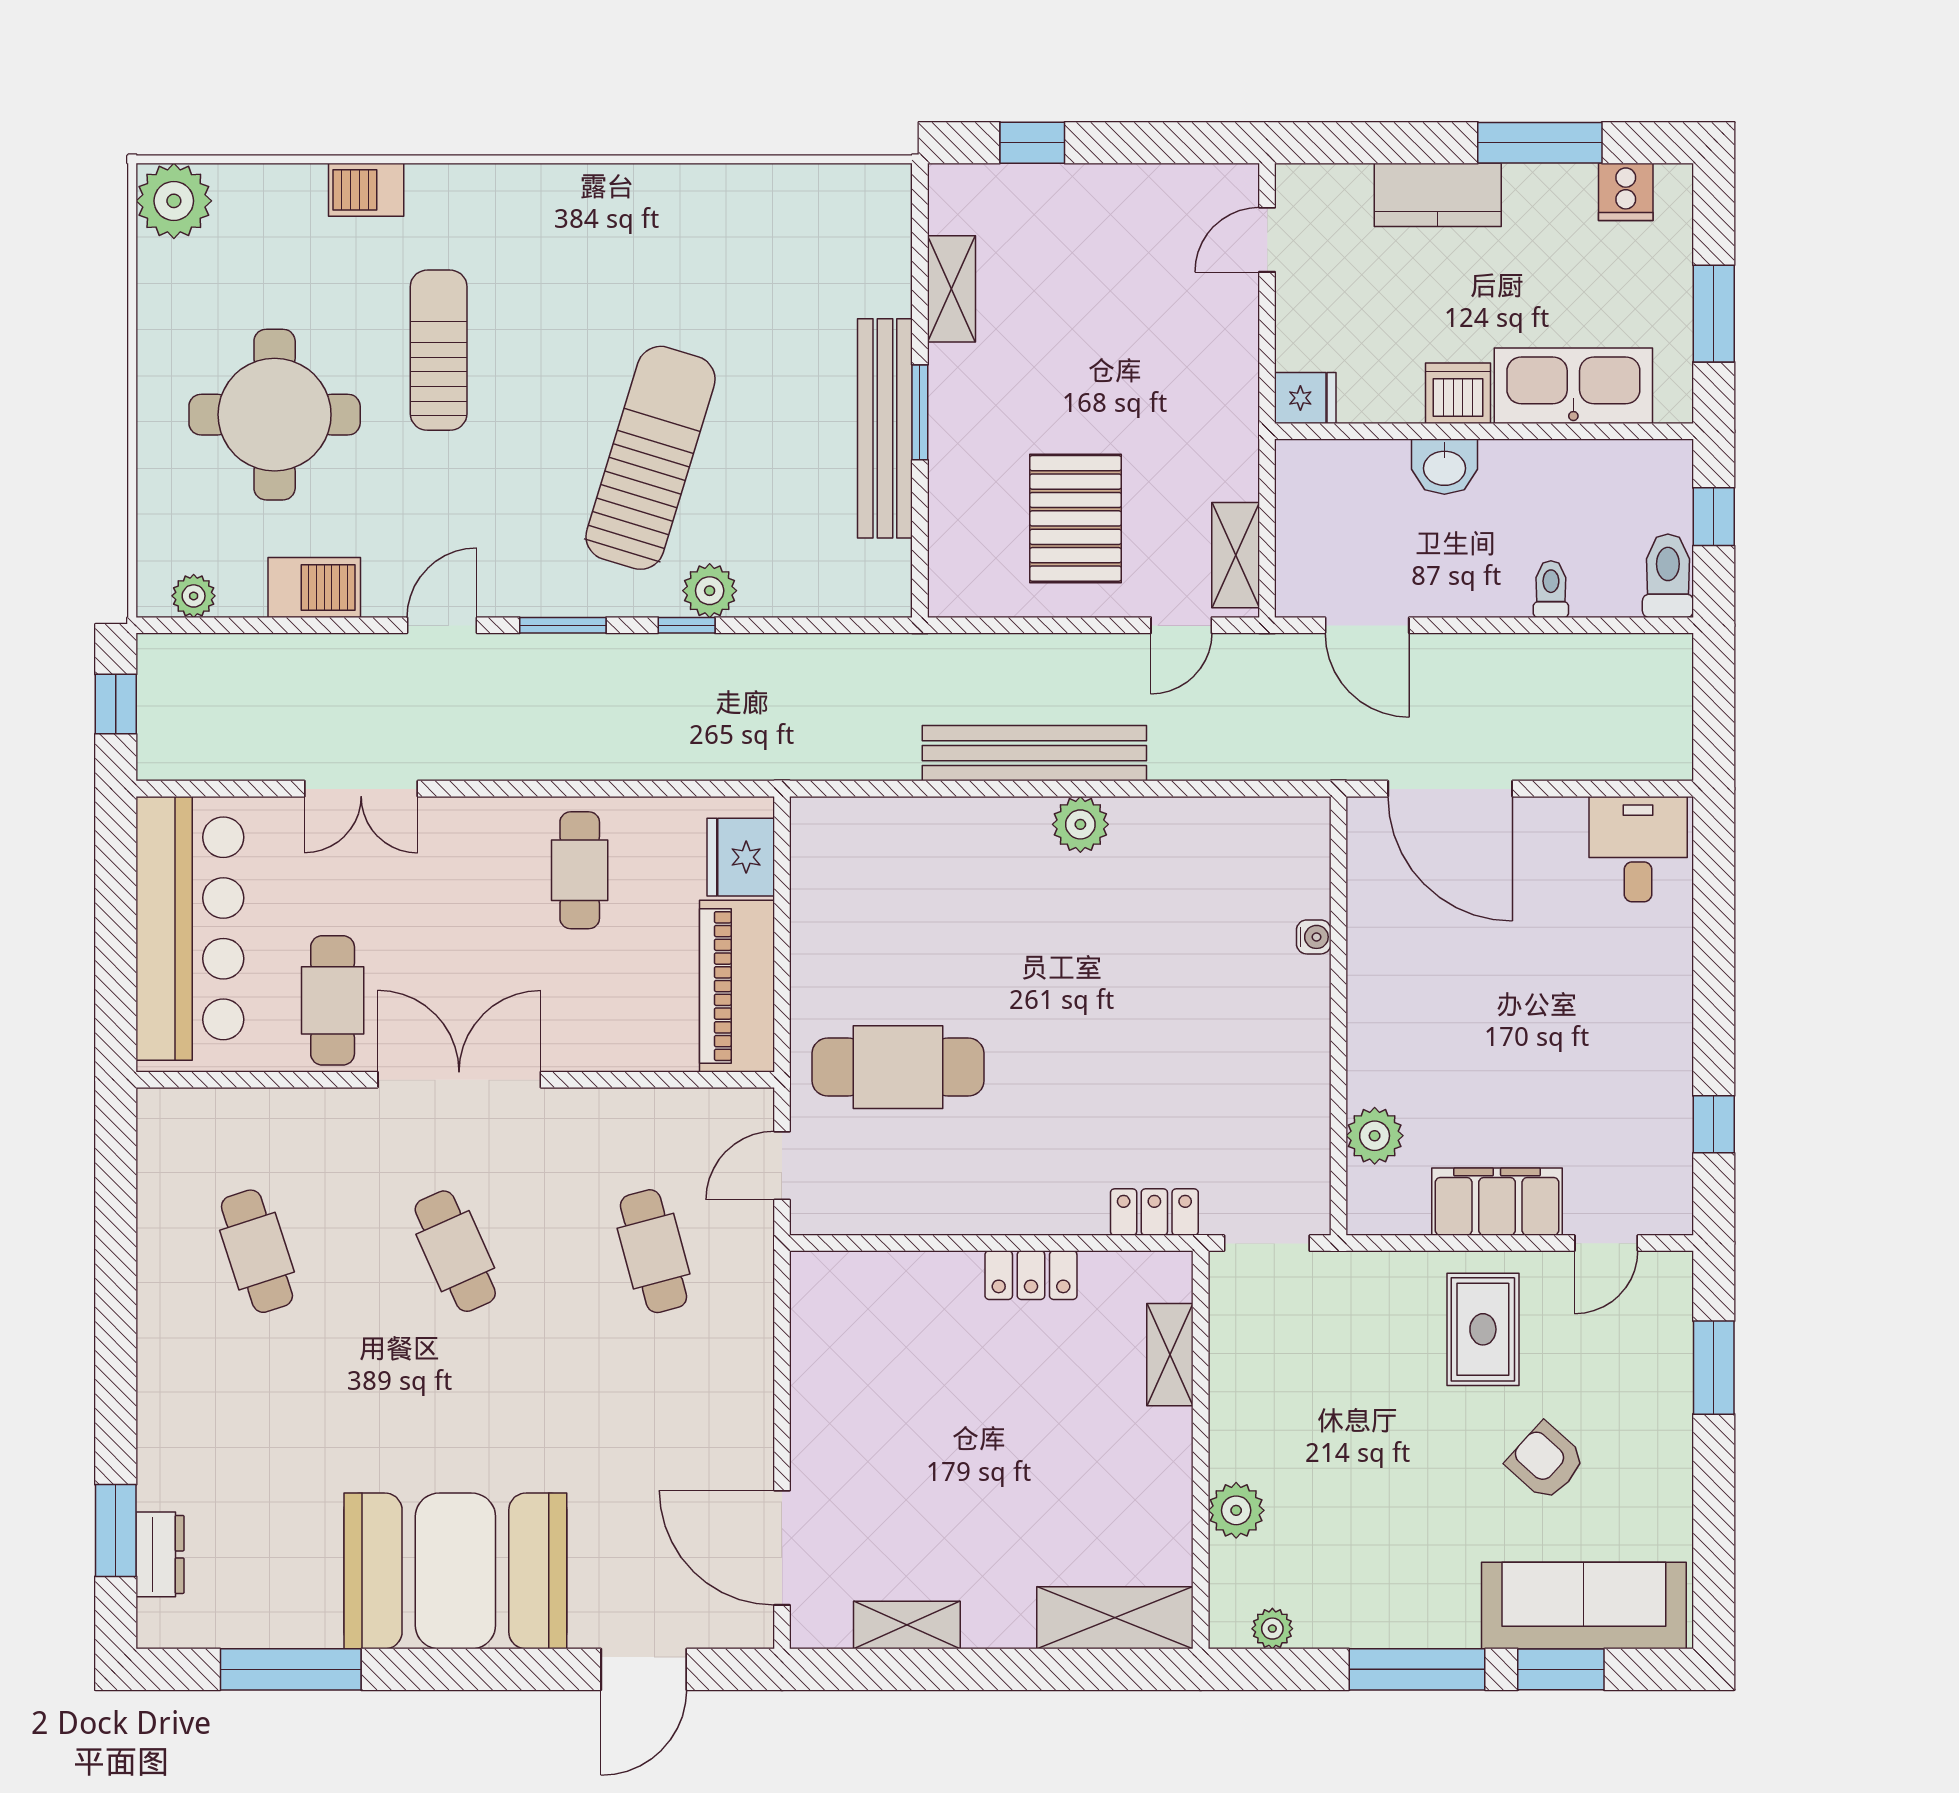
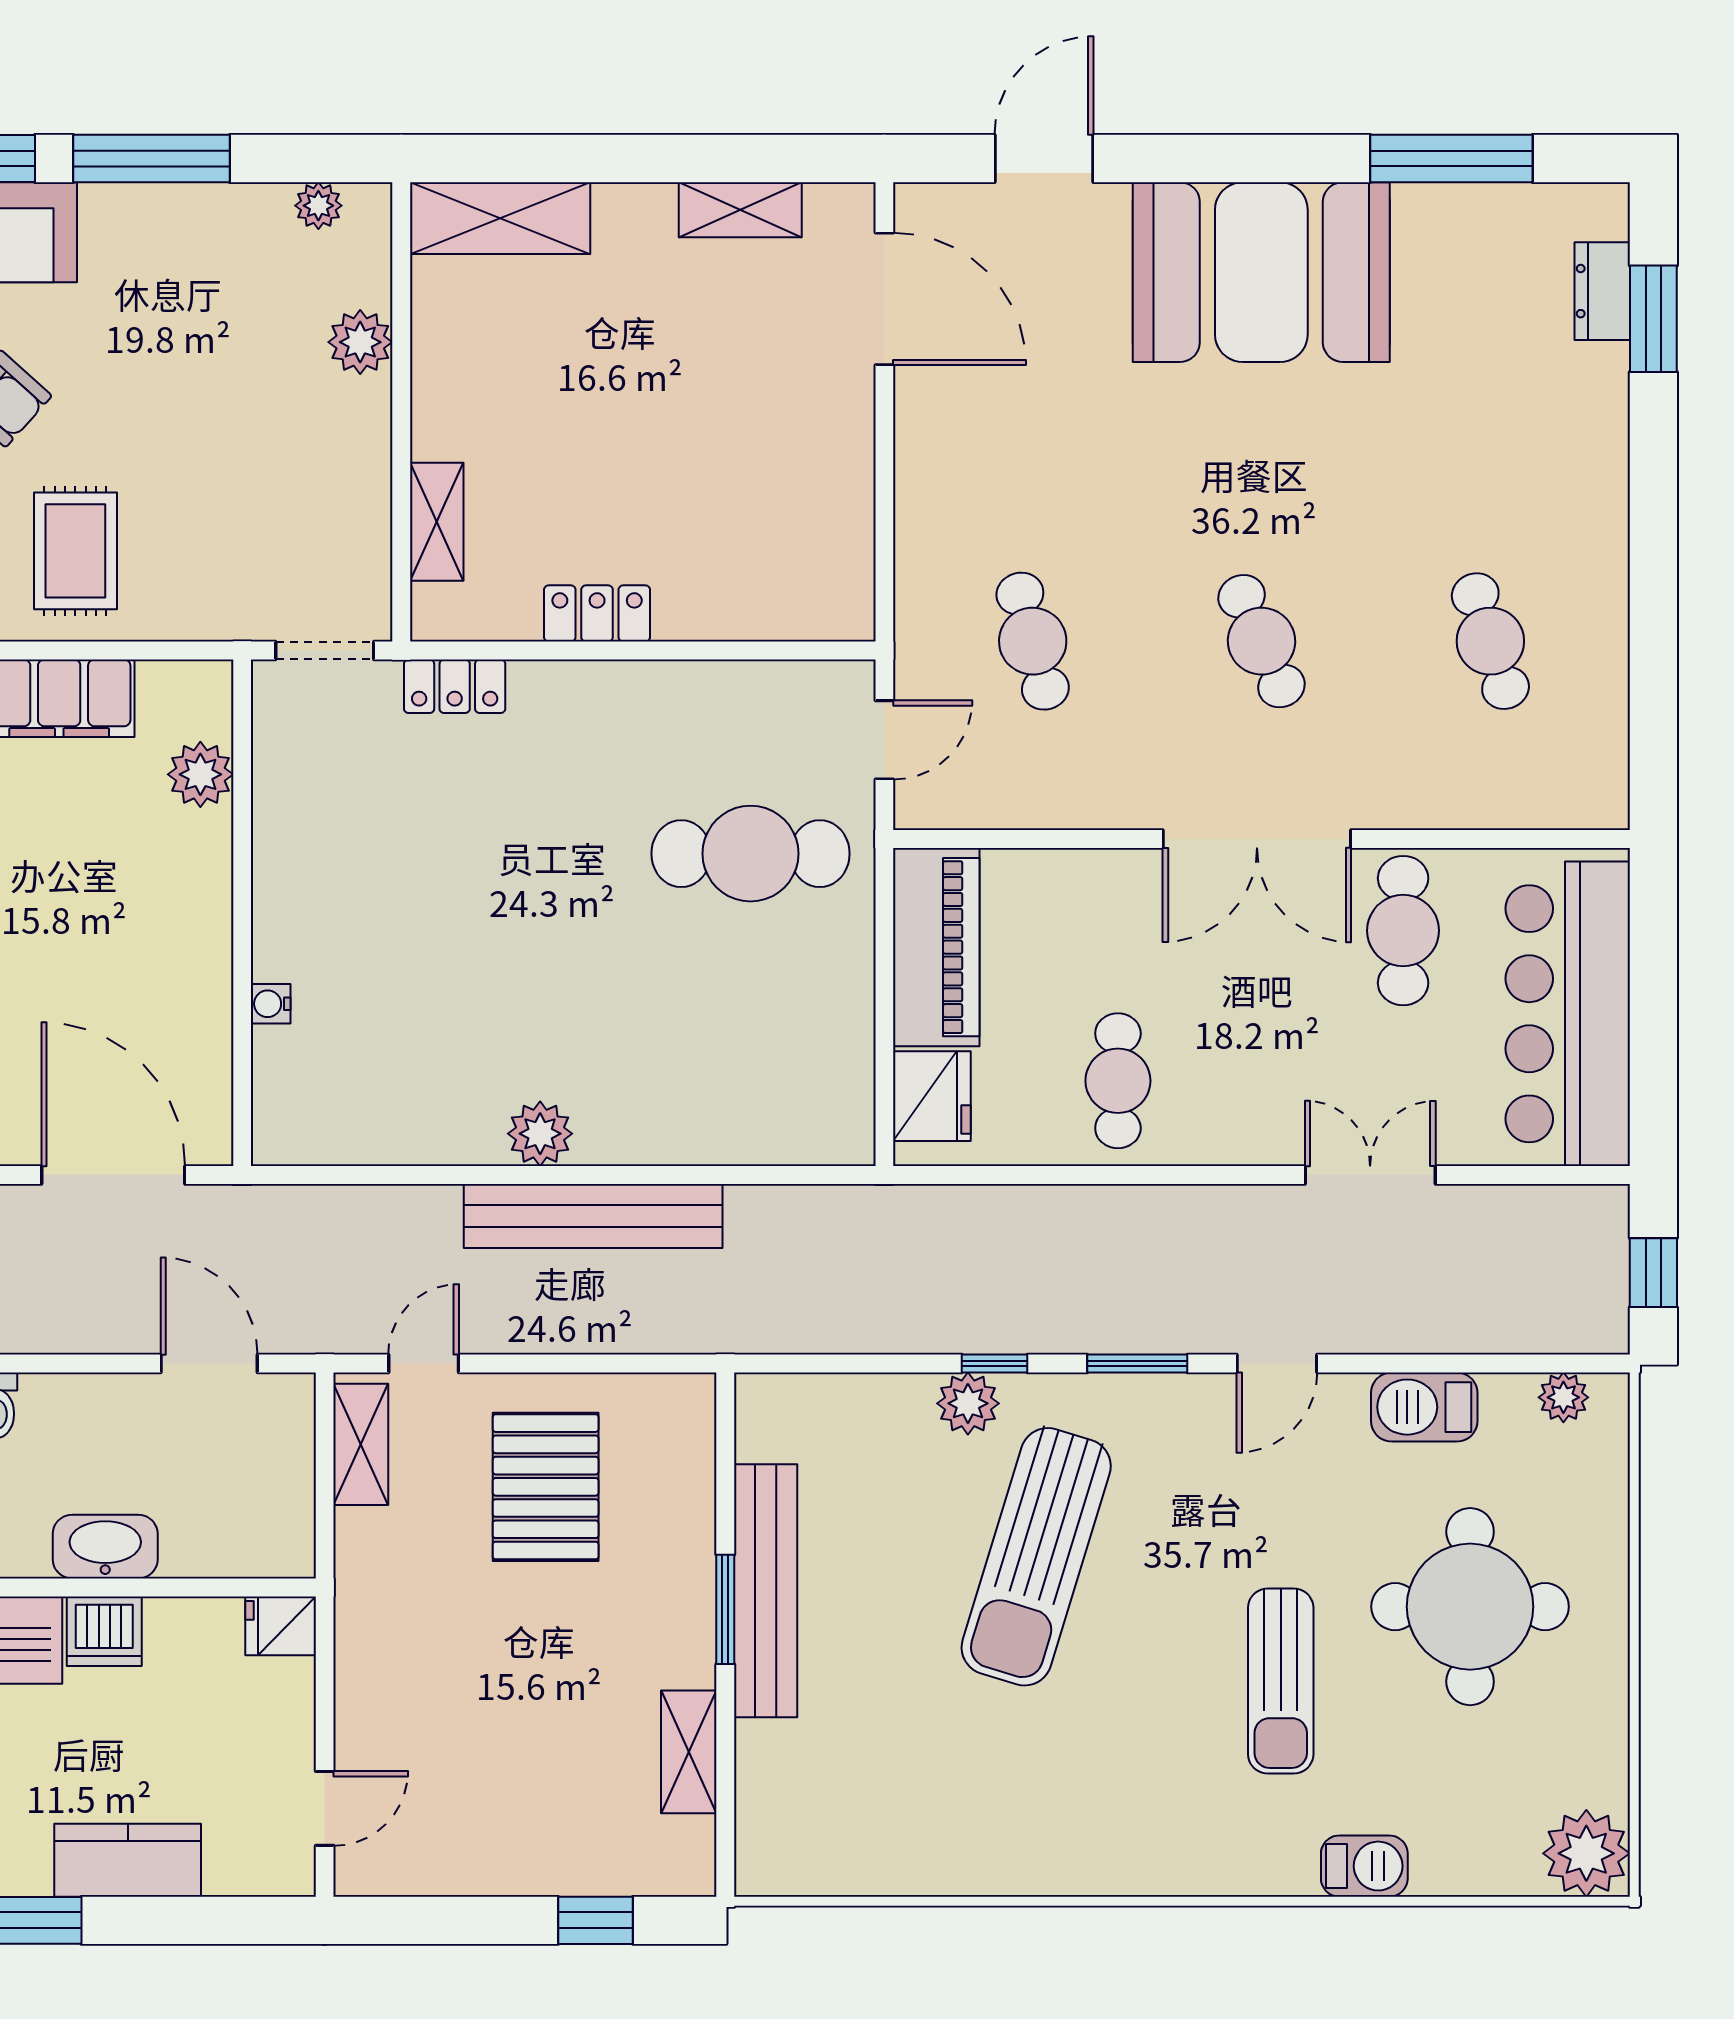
washbasin: (1444, 467) -> (105, 1547), width x1.38

